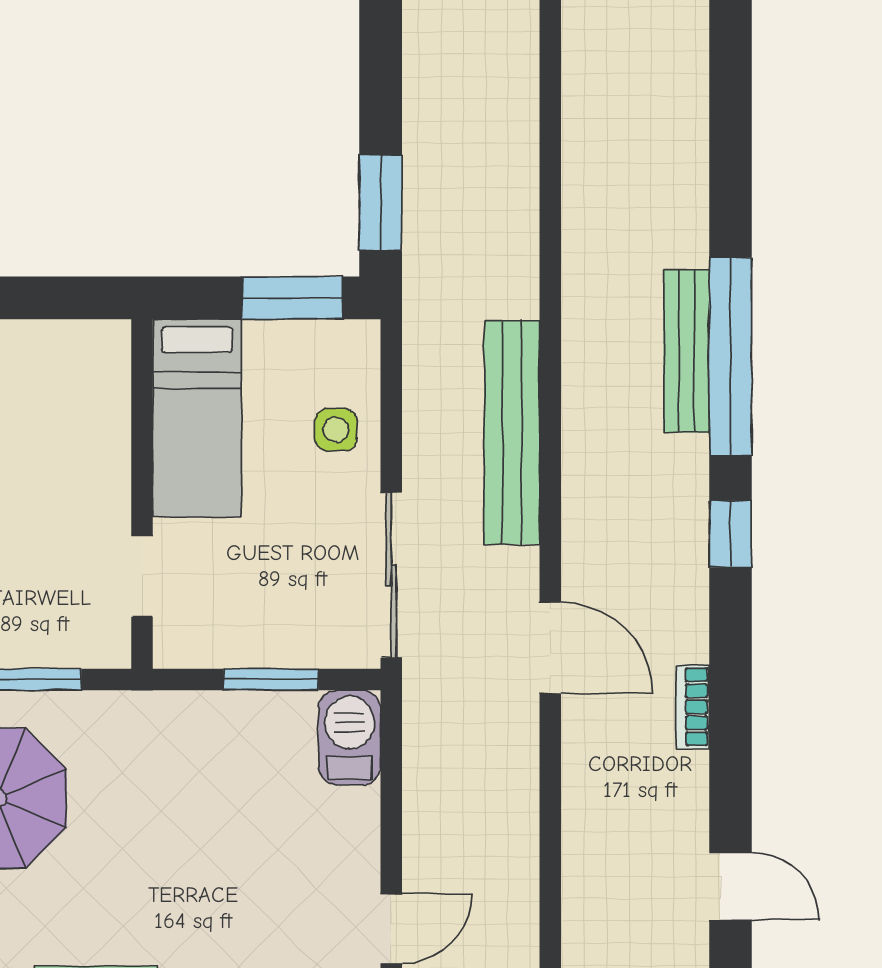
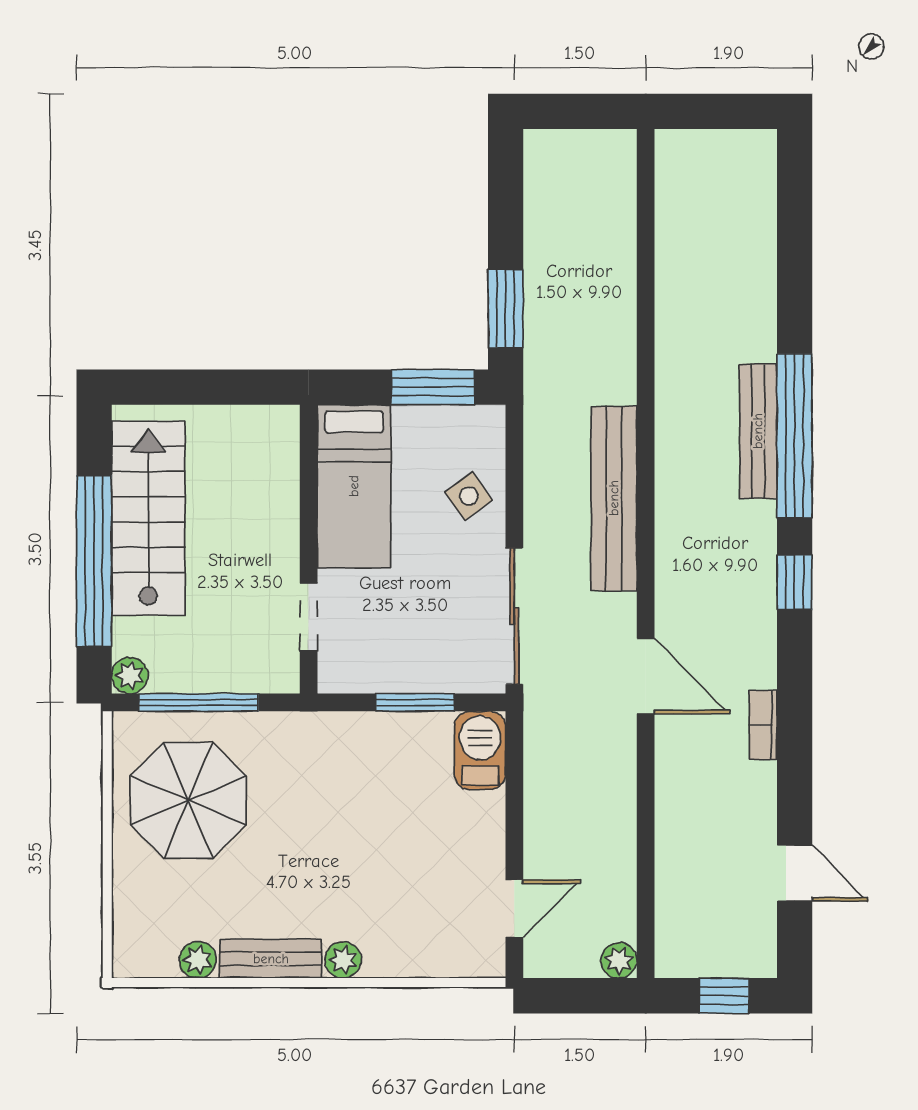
side table: (336, 430) -> (469, 496), turned -35

